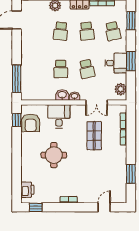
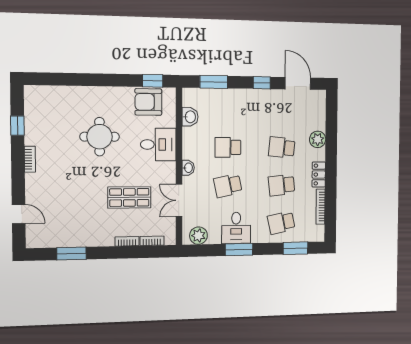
window: (17, 46) -> (262, 83), added
window: (17, 79) -> (214, 82), width x0.69
washbasin: (62, 95) -> (190, 117), moved
printer: (27, 190) -> (45, 95), removed
window: (36, 207) -> (17, 126), moved

